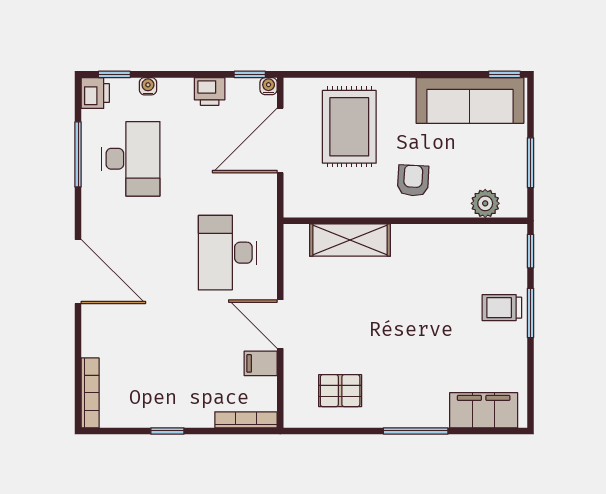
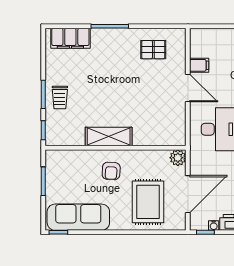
water cooler: (269, 86) -> (214, 225), moved
plant: (485, 203) -> (178, 158), moved
shelving: (350, 240) -> (109, 137), moved
trolley: (502, 308) -> (60, 98), turned 90
bookcase: (246, 420) -> (208, 33), removed

